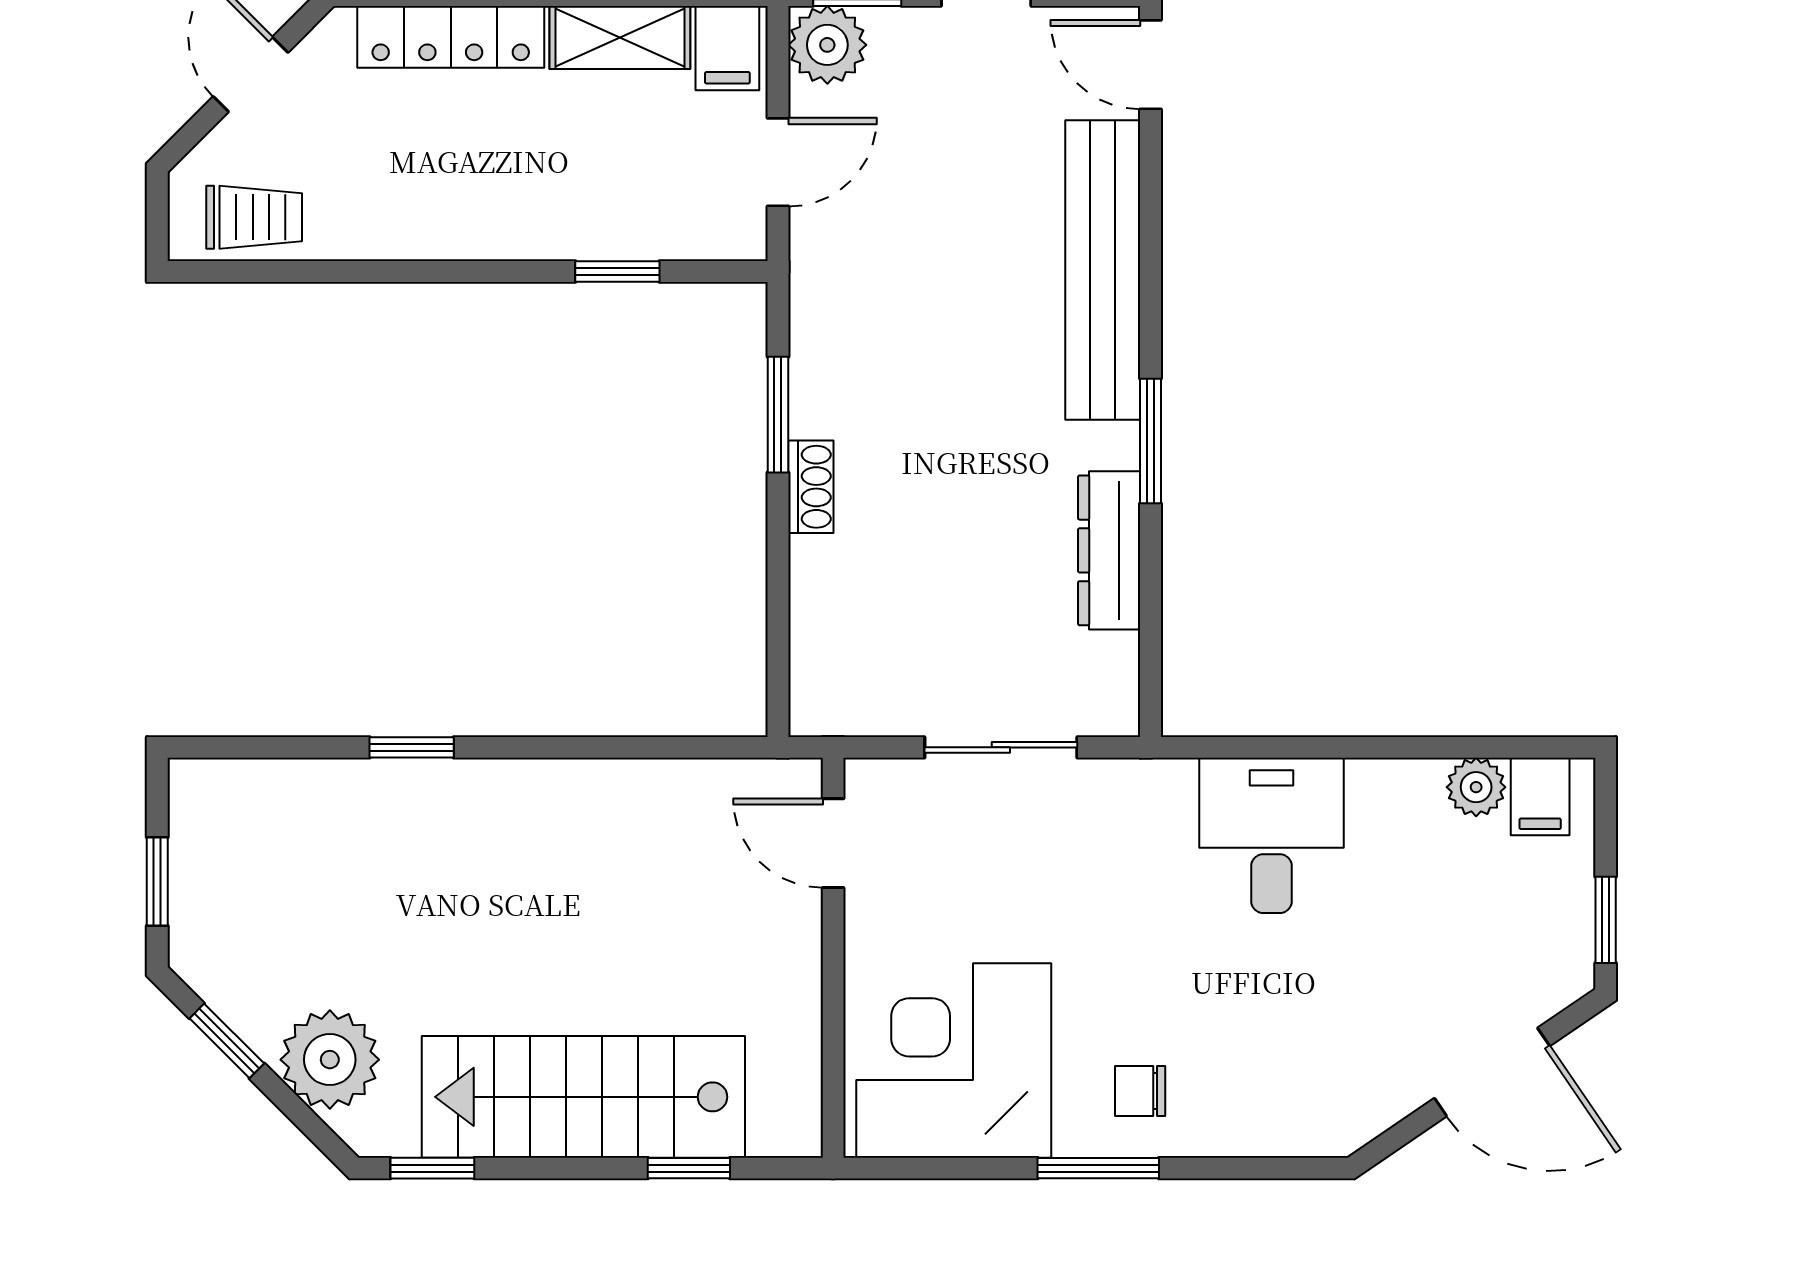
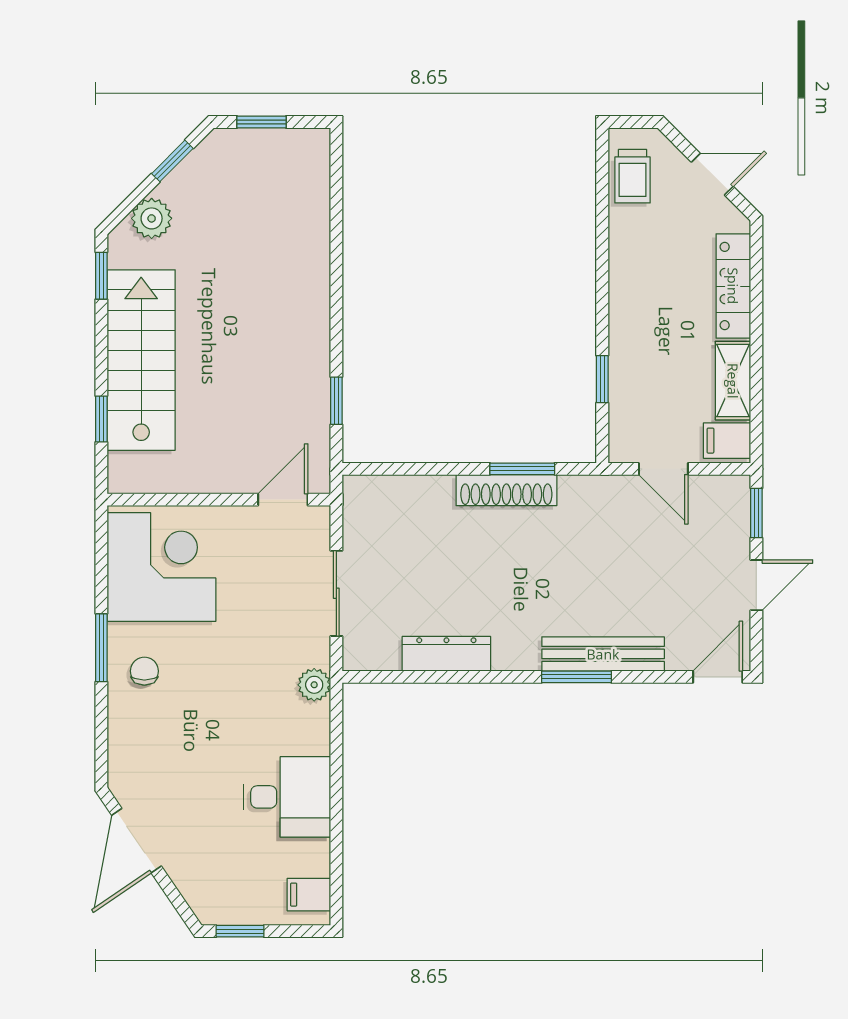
plant: (827, 45) -> (729, 496), removed
bench: (1103, 270) -> (603, 654), width x0.73, depth x0.82
window: (1150, 441) -> (577, 677), moved
shoe rack: (811, 487) -> (506, 490), width x1.94, depth x1.24
window: (412, 747) -> (336, 401), moved
plant: (1476, 787) -> (314, 685), moved
desk: (1272, 835) -> (287, 797), moved
plant: (330, 1060) -> (152, 218), width x0.73, depth x0.73
door: (1492, 1072) -> (137, 841), moved

